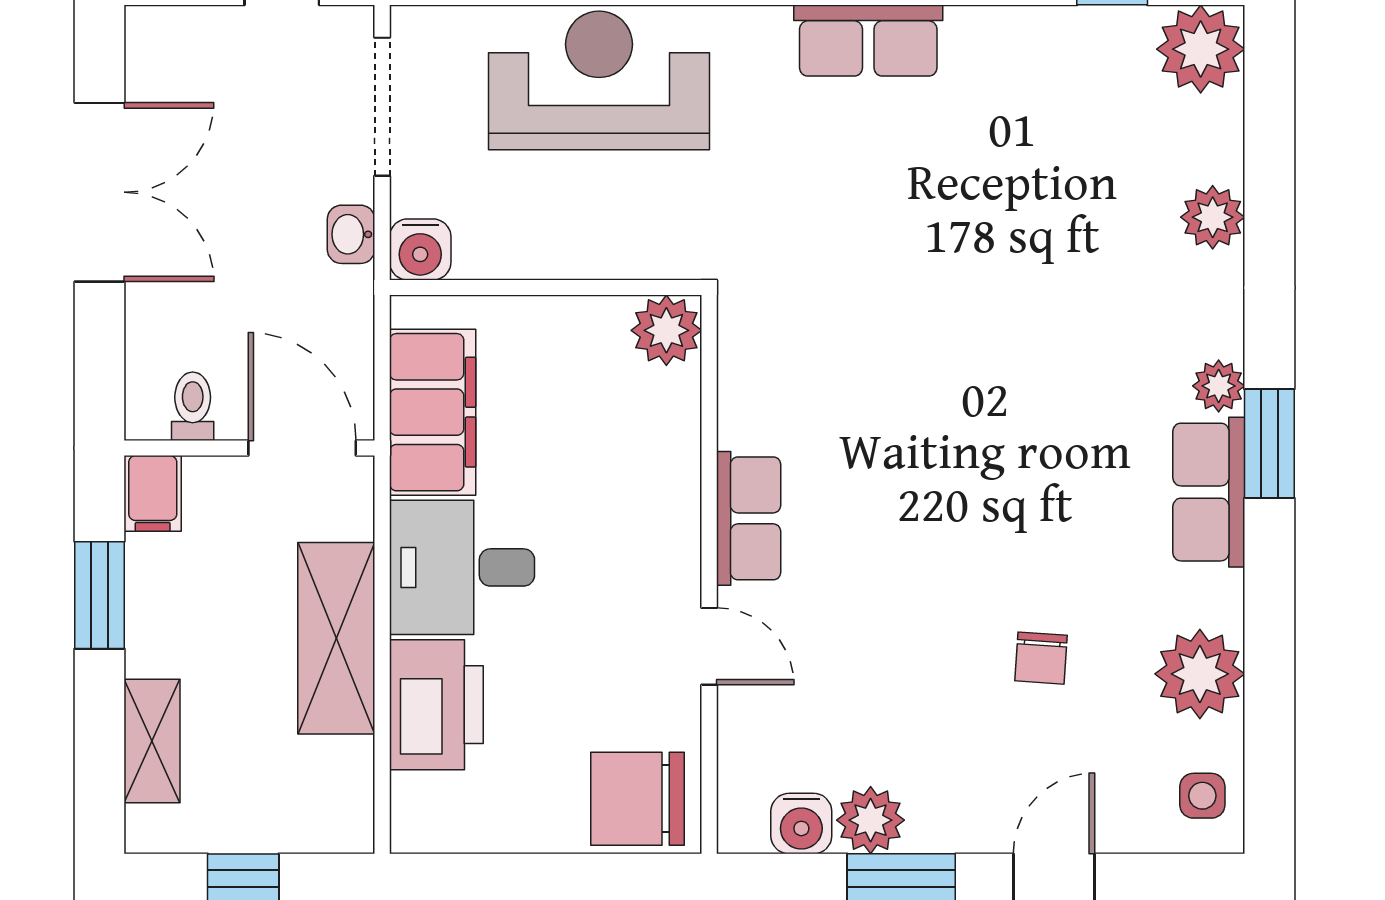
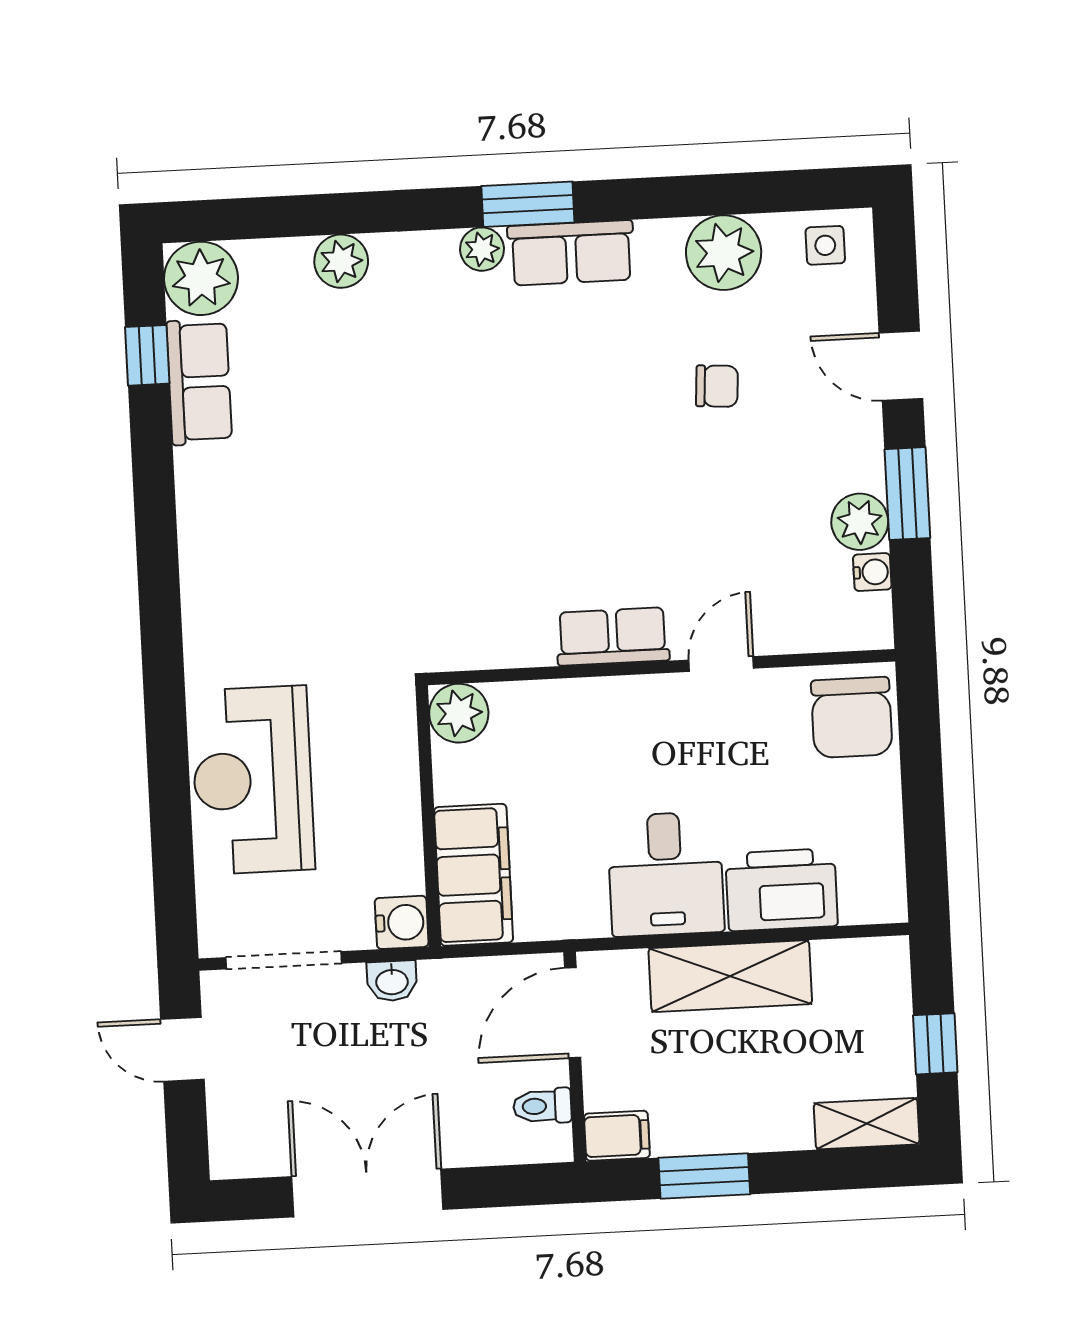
row of seats: (868, 41) -> (199, 382), moved
filing cabinet: (433, 412) -> (474, 875), moved, turned 90
shelving: (152, 741) -> (867, 1124), moved
water cooler: (801, 824) -> (872, 572), width x0.72, depth x0.72

